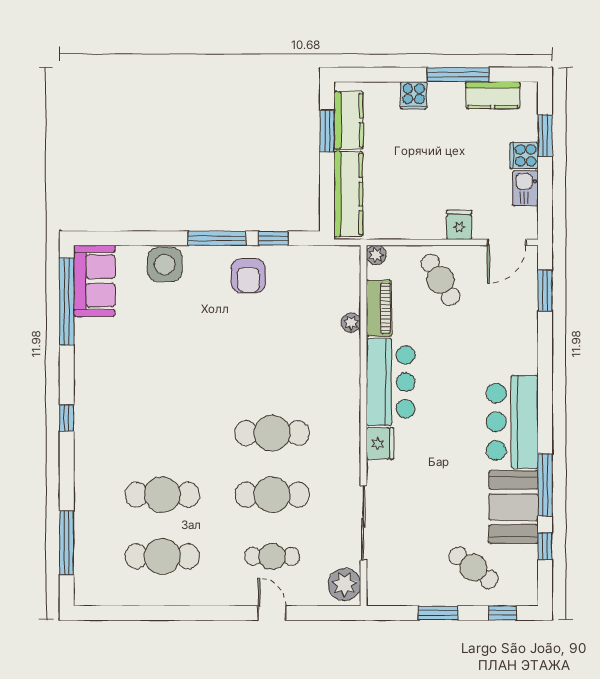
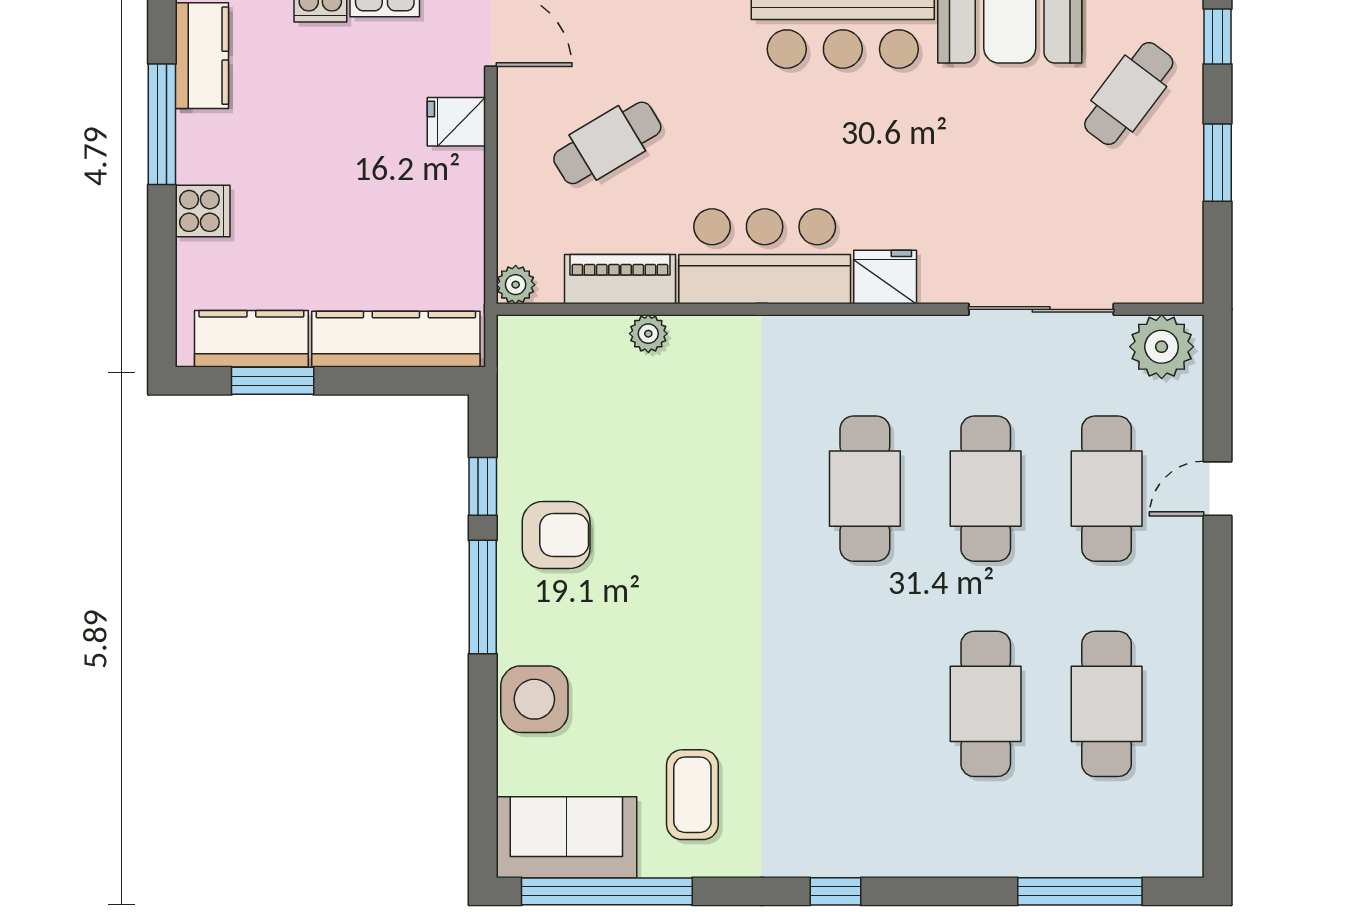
cafe table: (440, 280) -> (607, 143), moved
coffee table: (116, 345) -> (692, 795), added
cafe table: (272, 556) -> (1107, 489), width x1.37, depth x1.35

